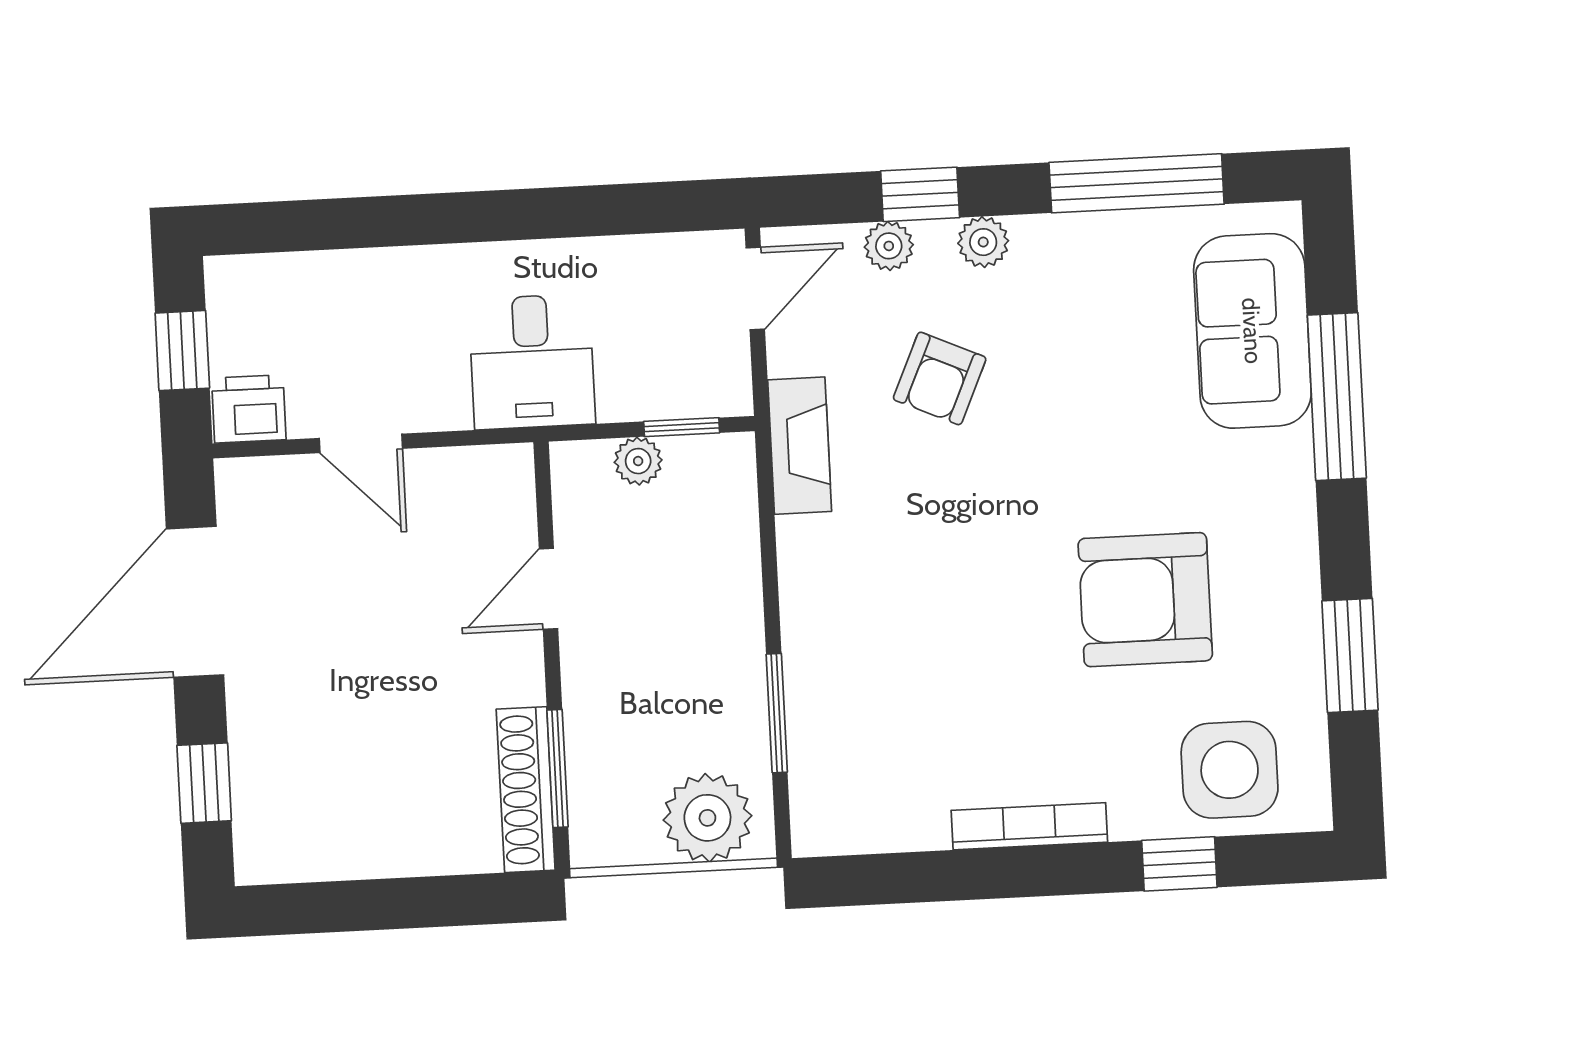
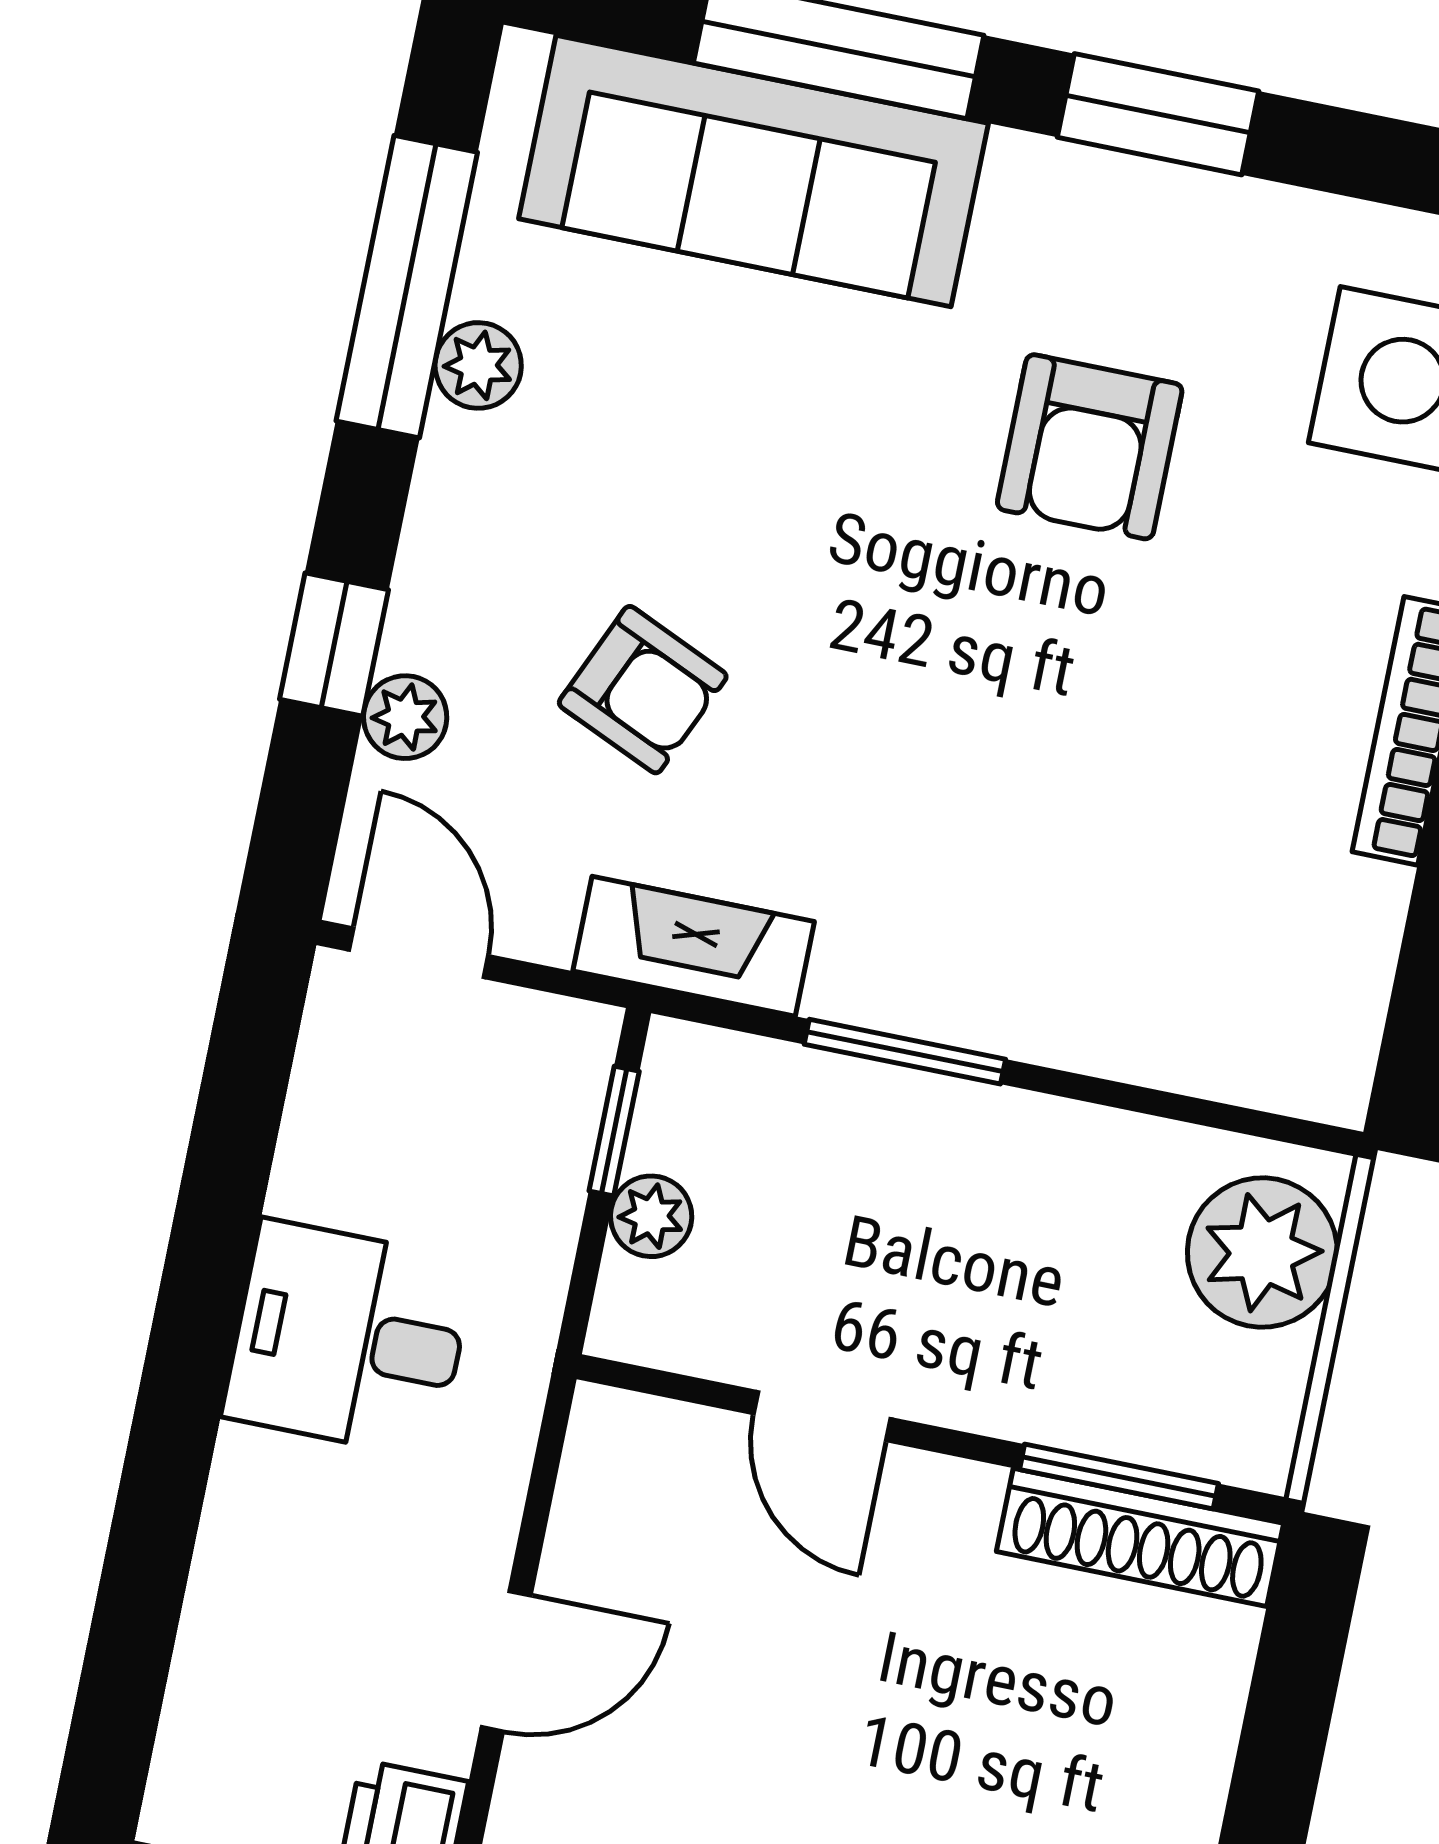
plant: (983, 242) -> (478, 365), moved
sofa: (1252, 331) -> (753, 171), width x1.36
desk: (532, 362) -> (349, 1339), moved, turned 180
armchair: (1145, 600) -> (1090, 447), width x0.73, depth x0.73
window: (1350, 655) -> (1158, 114), moved
window: (777, 713) -> (905, 1052), moved

